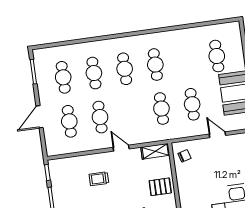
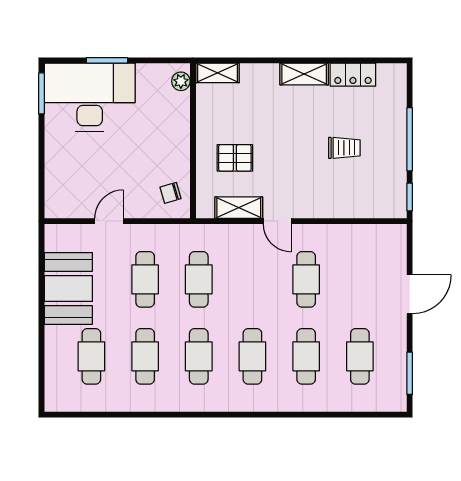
cafe table: (69, 121) -> (145, 356), moved
door: (217, 135) -> (109, 221), swing flipped
shelving: (155, 151) -> (239, 208), moved
trolley: (99, 179) -> (344, 148), moved
pallet: (160, 187) -> (235, 158), moved

